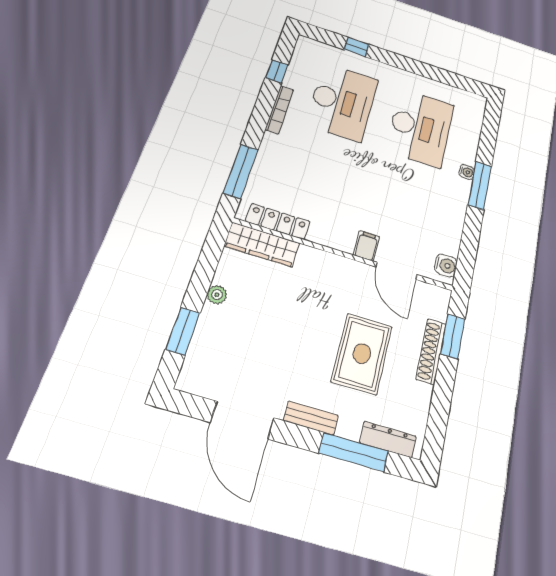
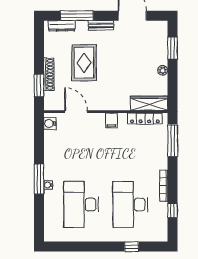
filing cabinet: (367, 246) -> (111, 120), moved

